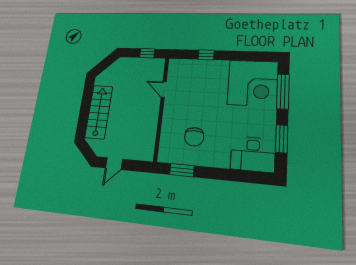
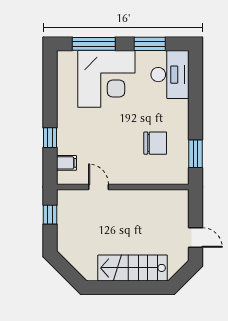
filing cabinet: (185, 66) -> (66, 163), added
corner desk: (253, 83) -> (106, 79), moved, turned 90
door: (164, 90) -> (98, 187), swing flipped

